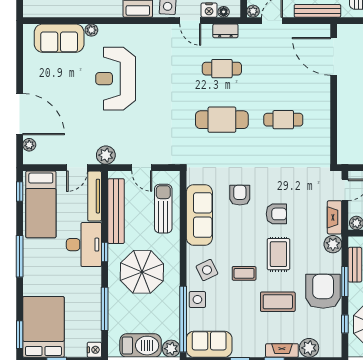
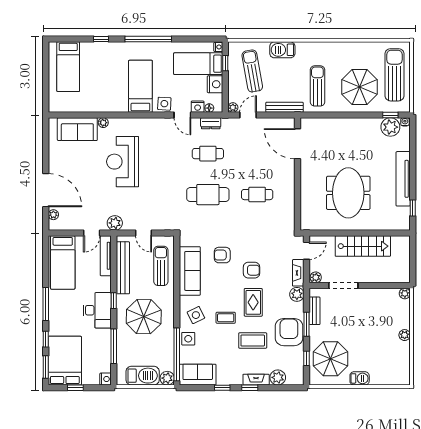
window: (20, 192) -> (46, 339), moved
armchair: (240, 195) -> (222, 255), turned -90
desk: (84, 245) -> (97, 310), moved

